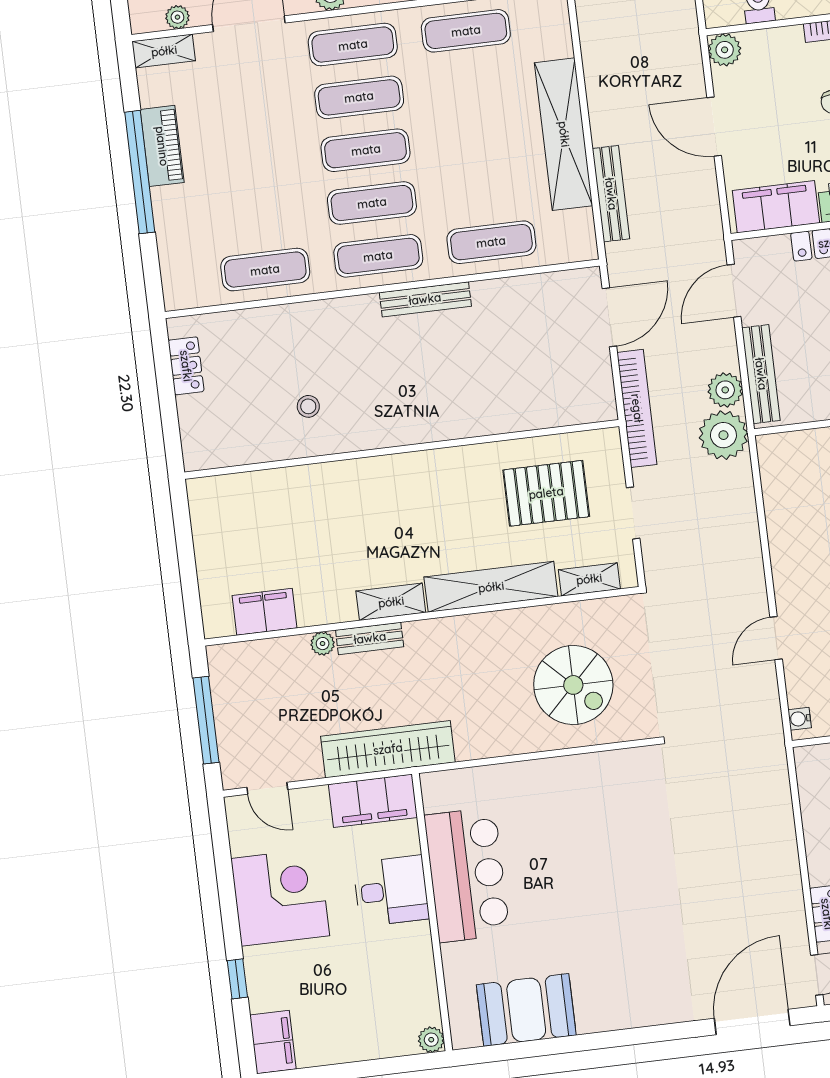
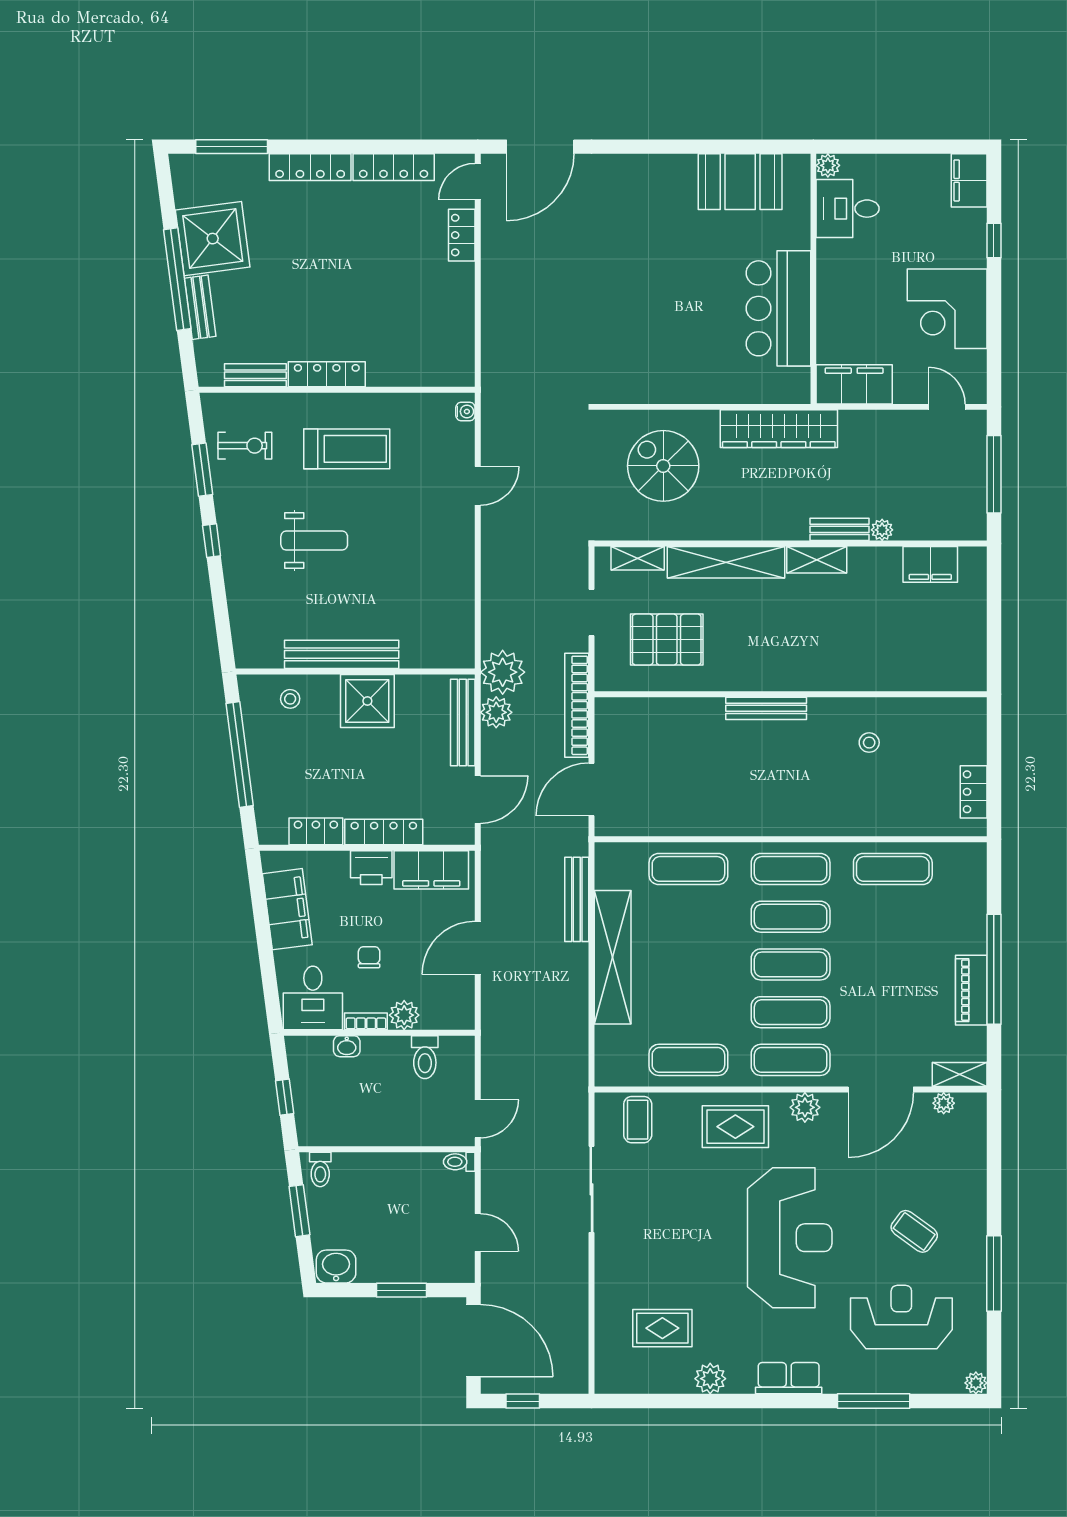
plant: (725, 50) -> (404, 1015), moved
door: (714, 127) -> (478, 948), swing flipped
bench: (425, 299) -> (766, 708), moved
wardrobe: (388, 749) -> (779, 429), moved
desk: (391, 891) -> (848, 209), moved

